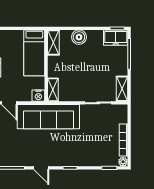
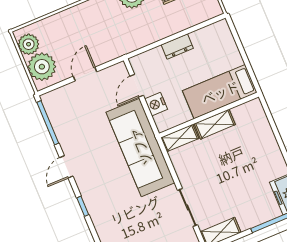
boiler: (79, 37) -> (267, 144), removed
shelving: (53, 42) -> (215, 124), moved
nightstand: (38, 96) -> (156, 104), moved

